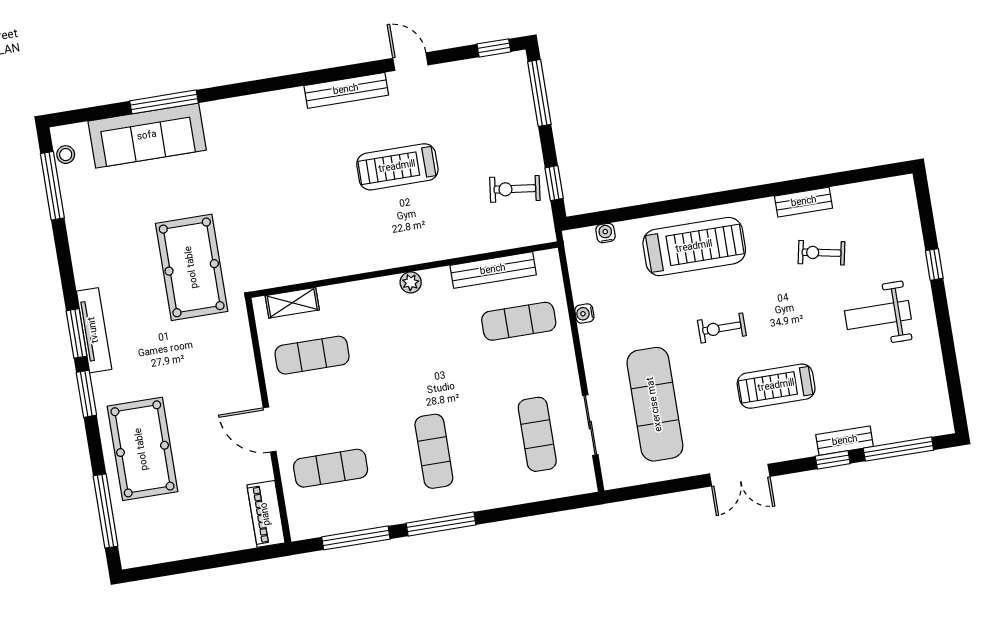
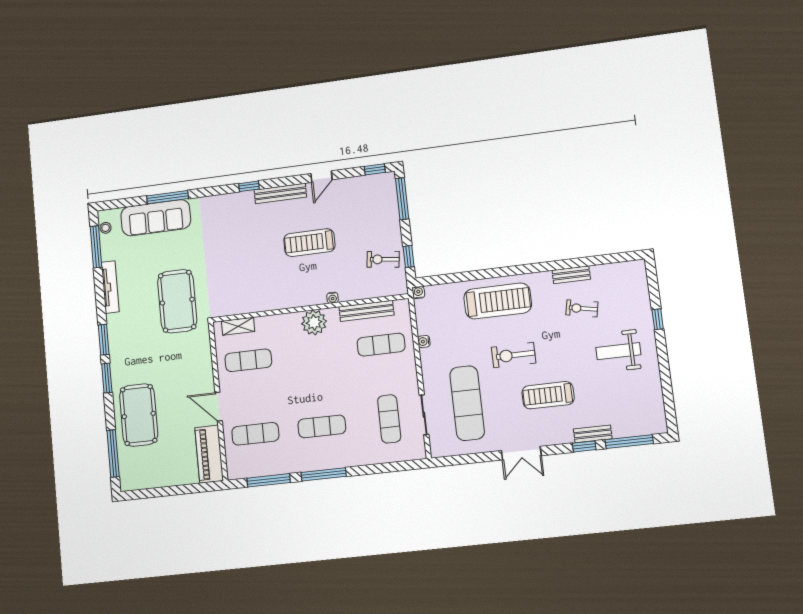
door: (410, 62) -> (321, 177), swing flipped
window: (295, 80) -> (249, 186), added
water cooler: (605, 233) -> (418, 293), moved
water cooler: (439, 252) -> (333, 298), added
plant: (411, 282) -> (314, 322), width x1.88, depth x1.88
exercise bike: (722, 328) -> (514, 355), width x1.38, depth x1.39
tv unit: (94, 330) -> (110, 287), moved
exercise mat: (434, 451) -> (322, 426), turned 90
piano: (266, 514) -> (209, 454), width x1.37, depth x1.33

